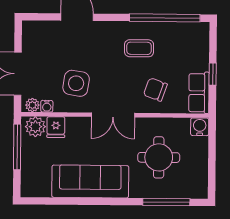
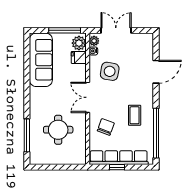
row of seats: (199, 93) -> (119, 158), width x2.02
water cooler: (200, 127) -> (80, 158), removed
sofa: (90, 181) -> (41, 60), moved

